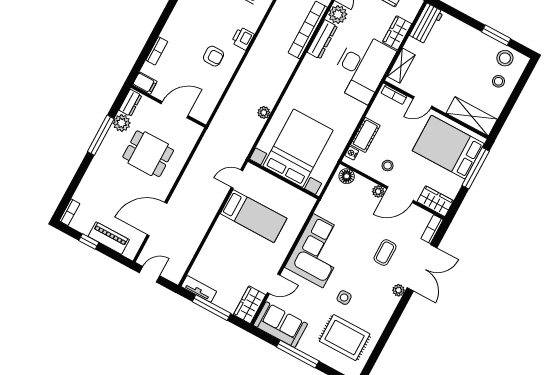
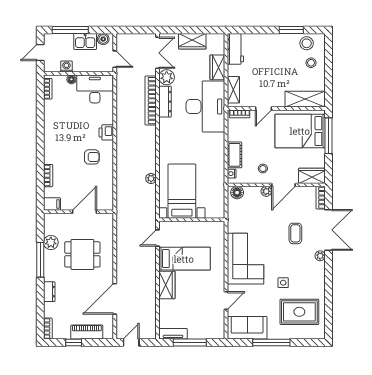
dresser: (130, 103) -> (49, 292), moved
bed with nightstands: (298, 148) -> (182, 191), width x0.73
wardrobe: (250, 305) -> (167, 285), moved, turned 180

